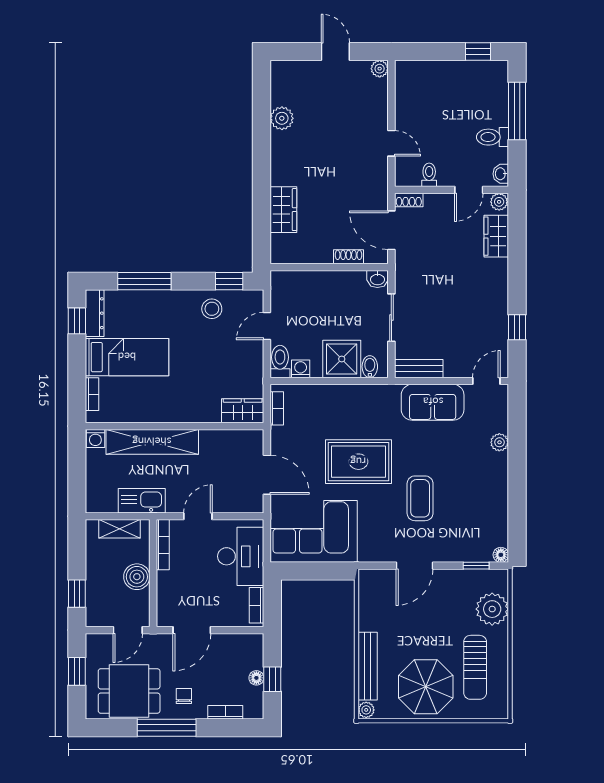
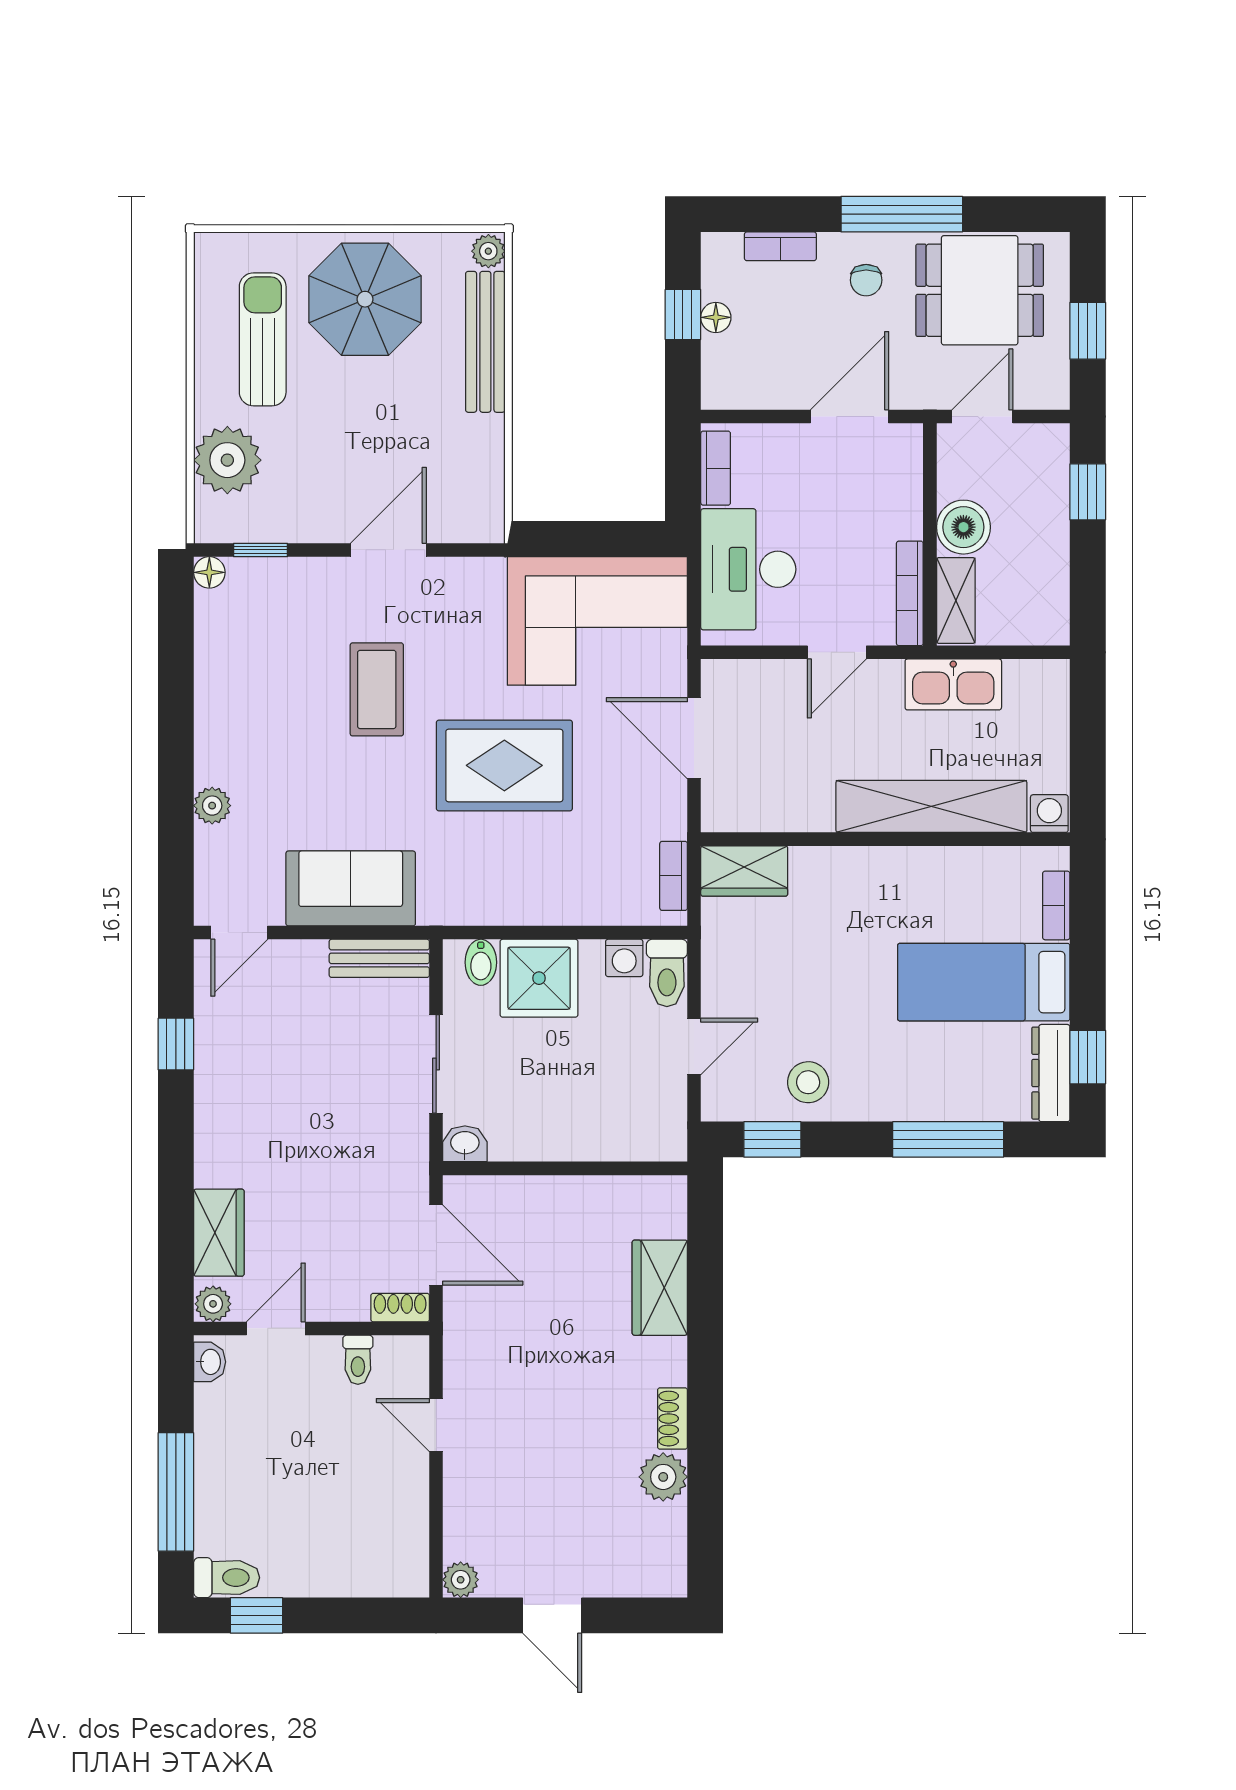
toilet: (492, 137) -> (227, 1578), moved
shoe rack: (349, 257) -> (673, 1419), moved, turned 90
shelving: (119, 529) -> (956, 601), moved, turned 90

